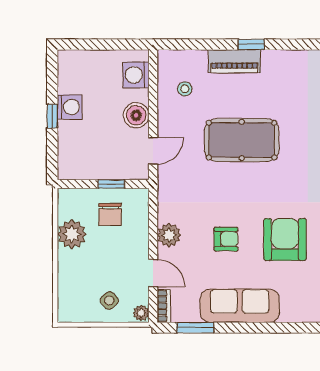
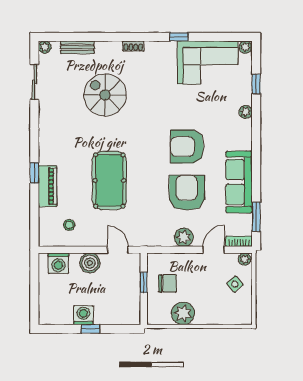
armchair: (226, 239) -> (187, 193), width x1.88, depth x1.88

